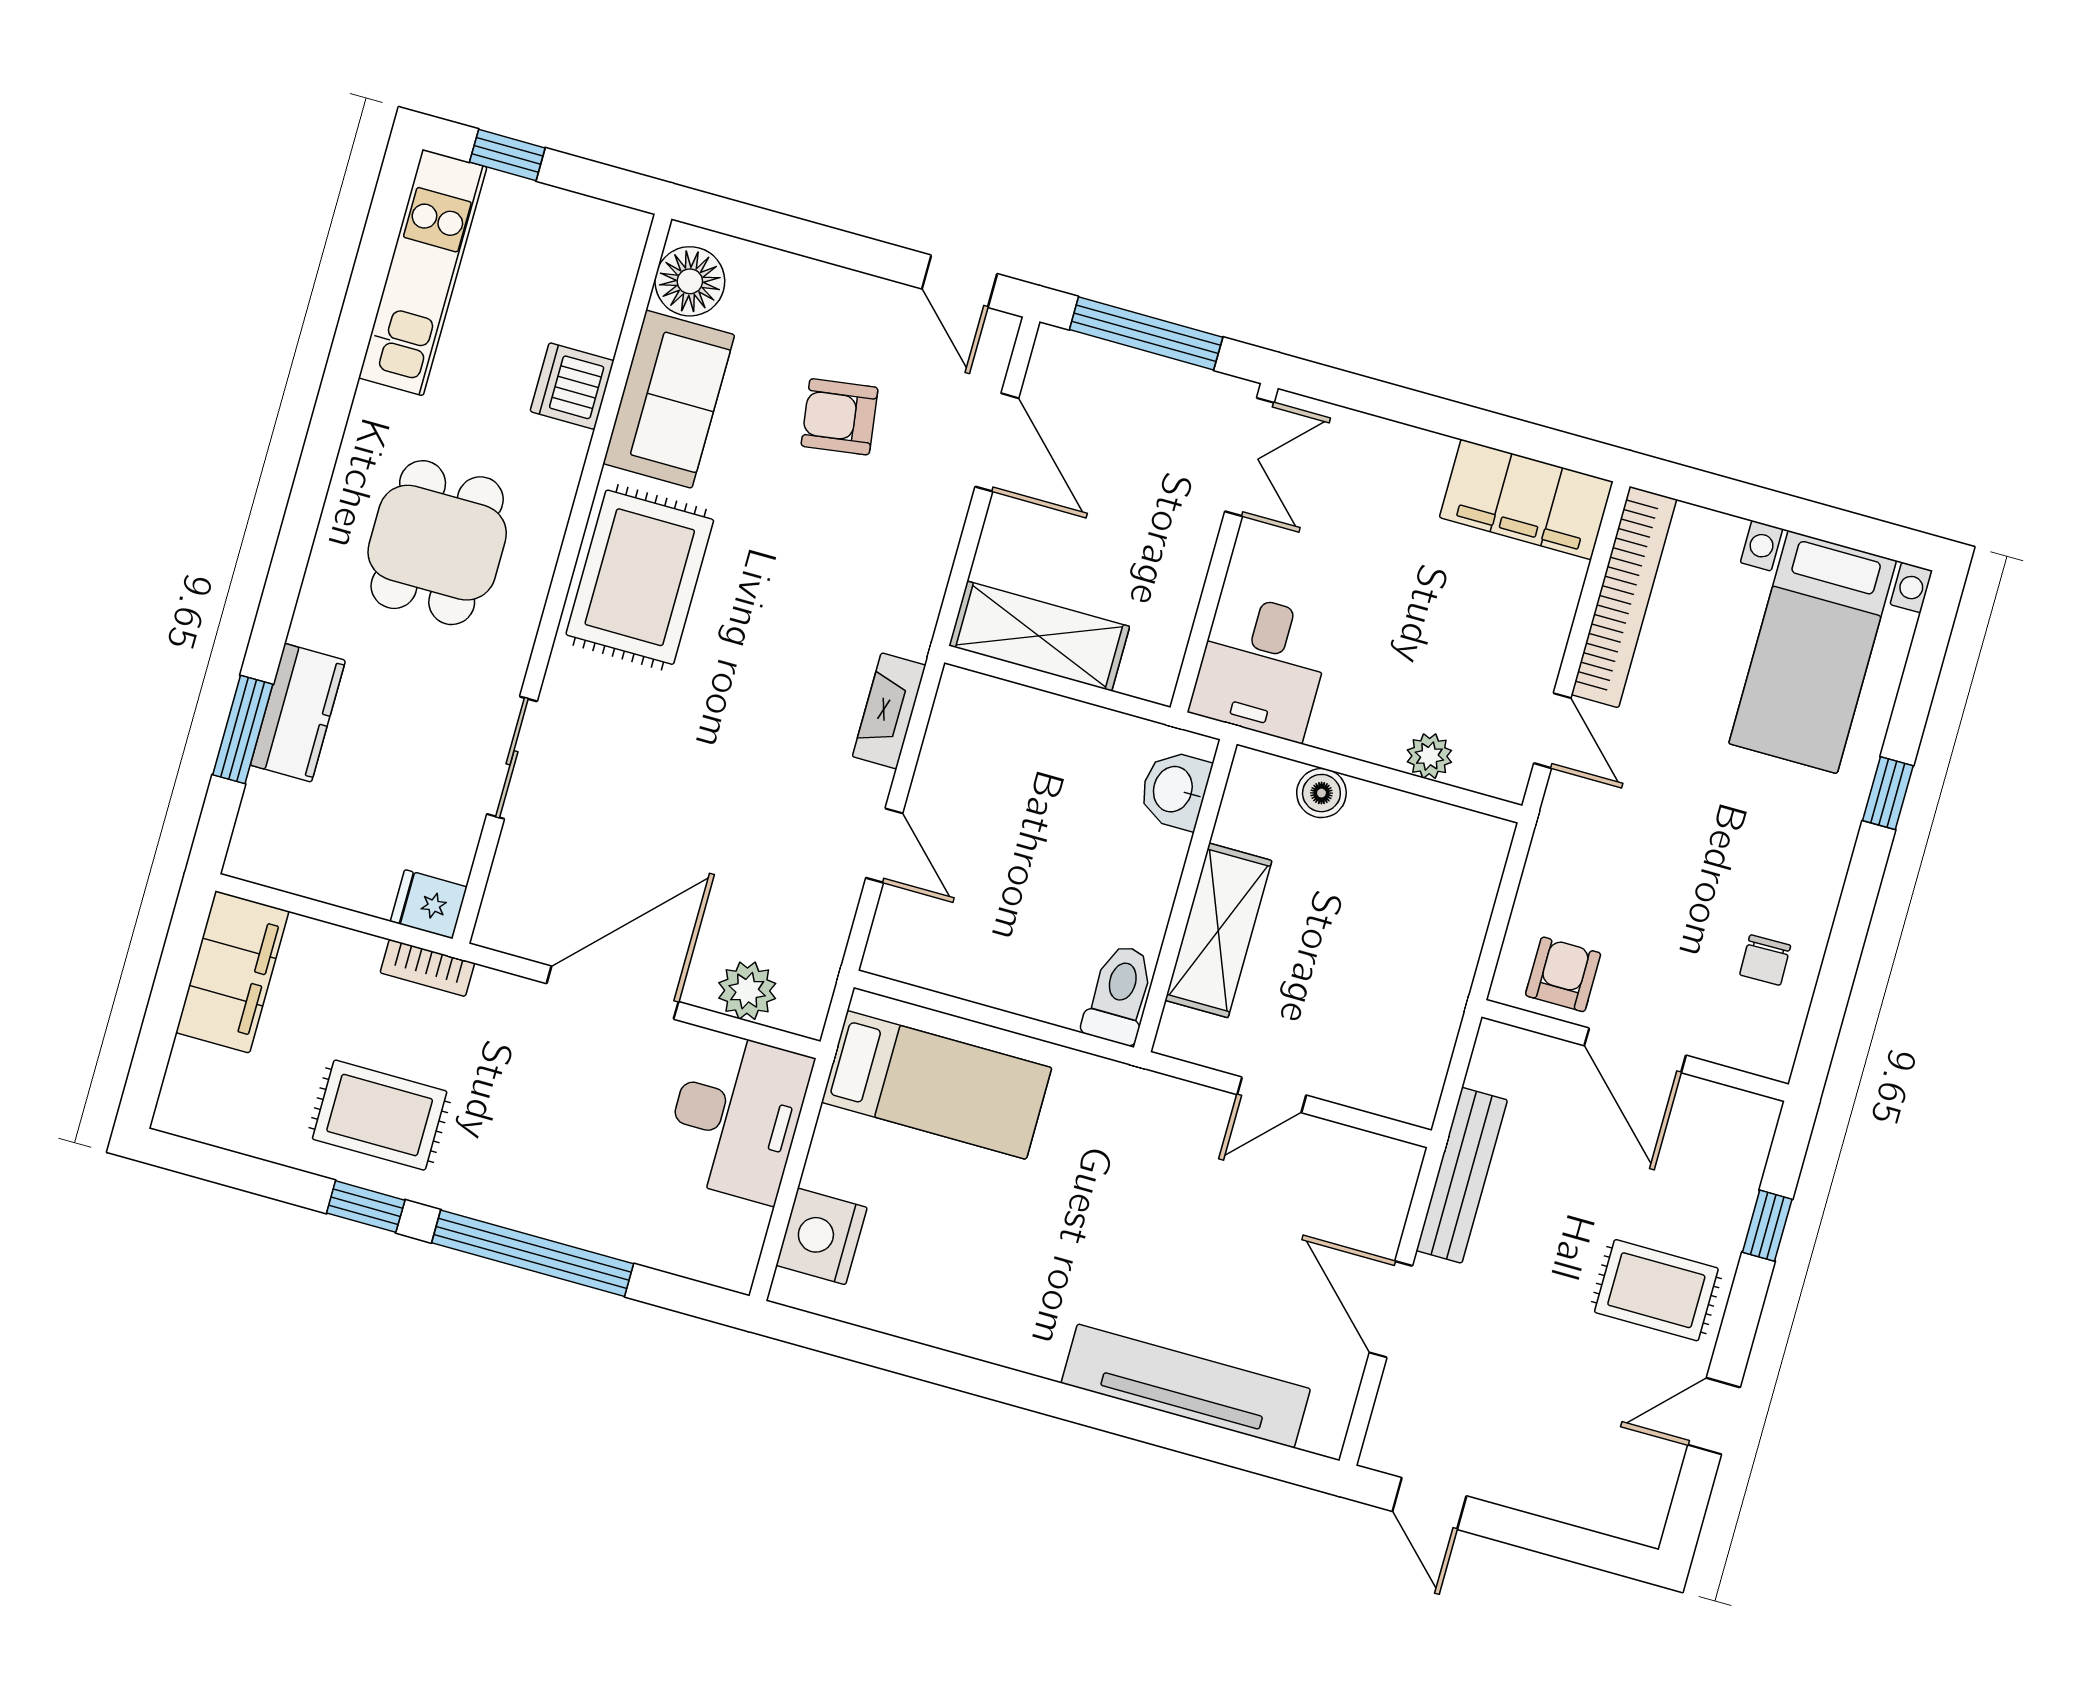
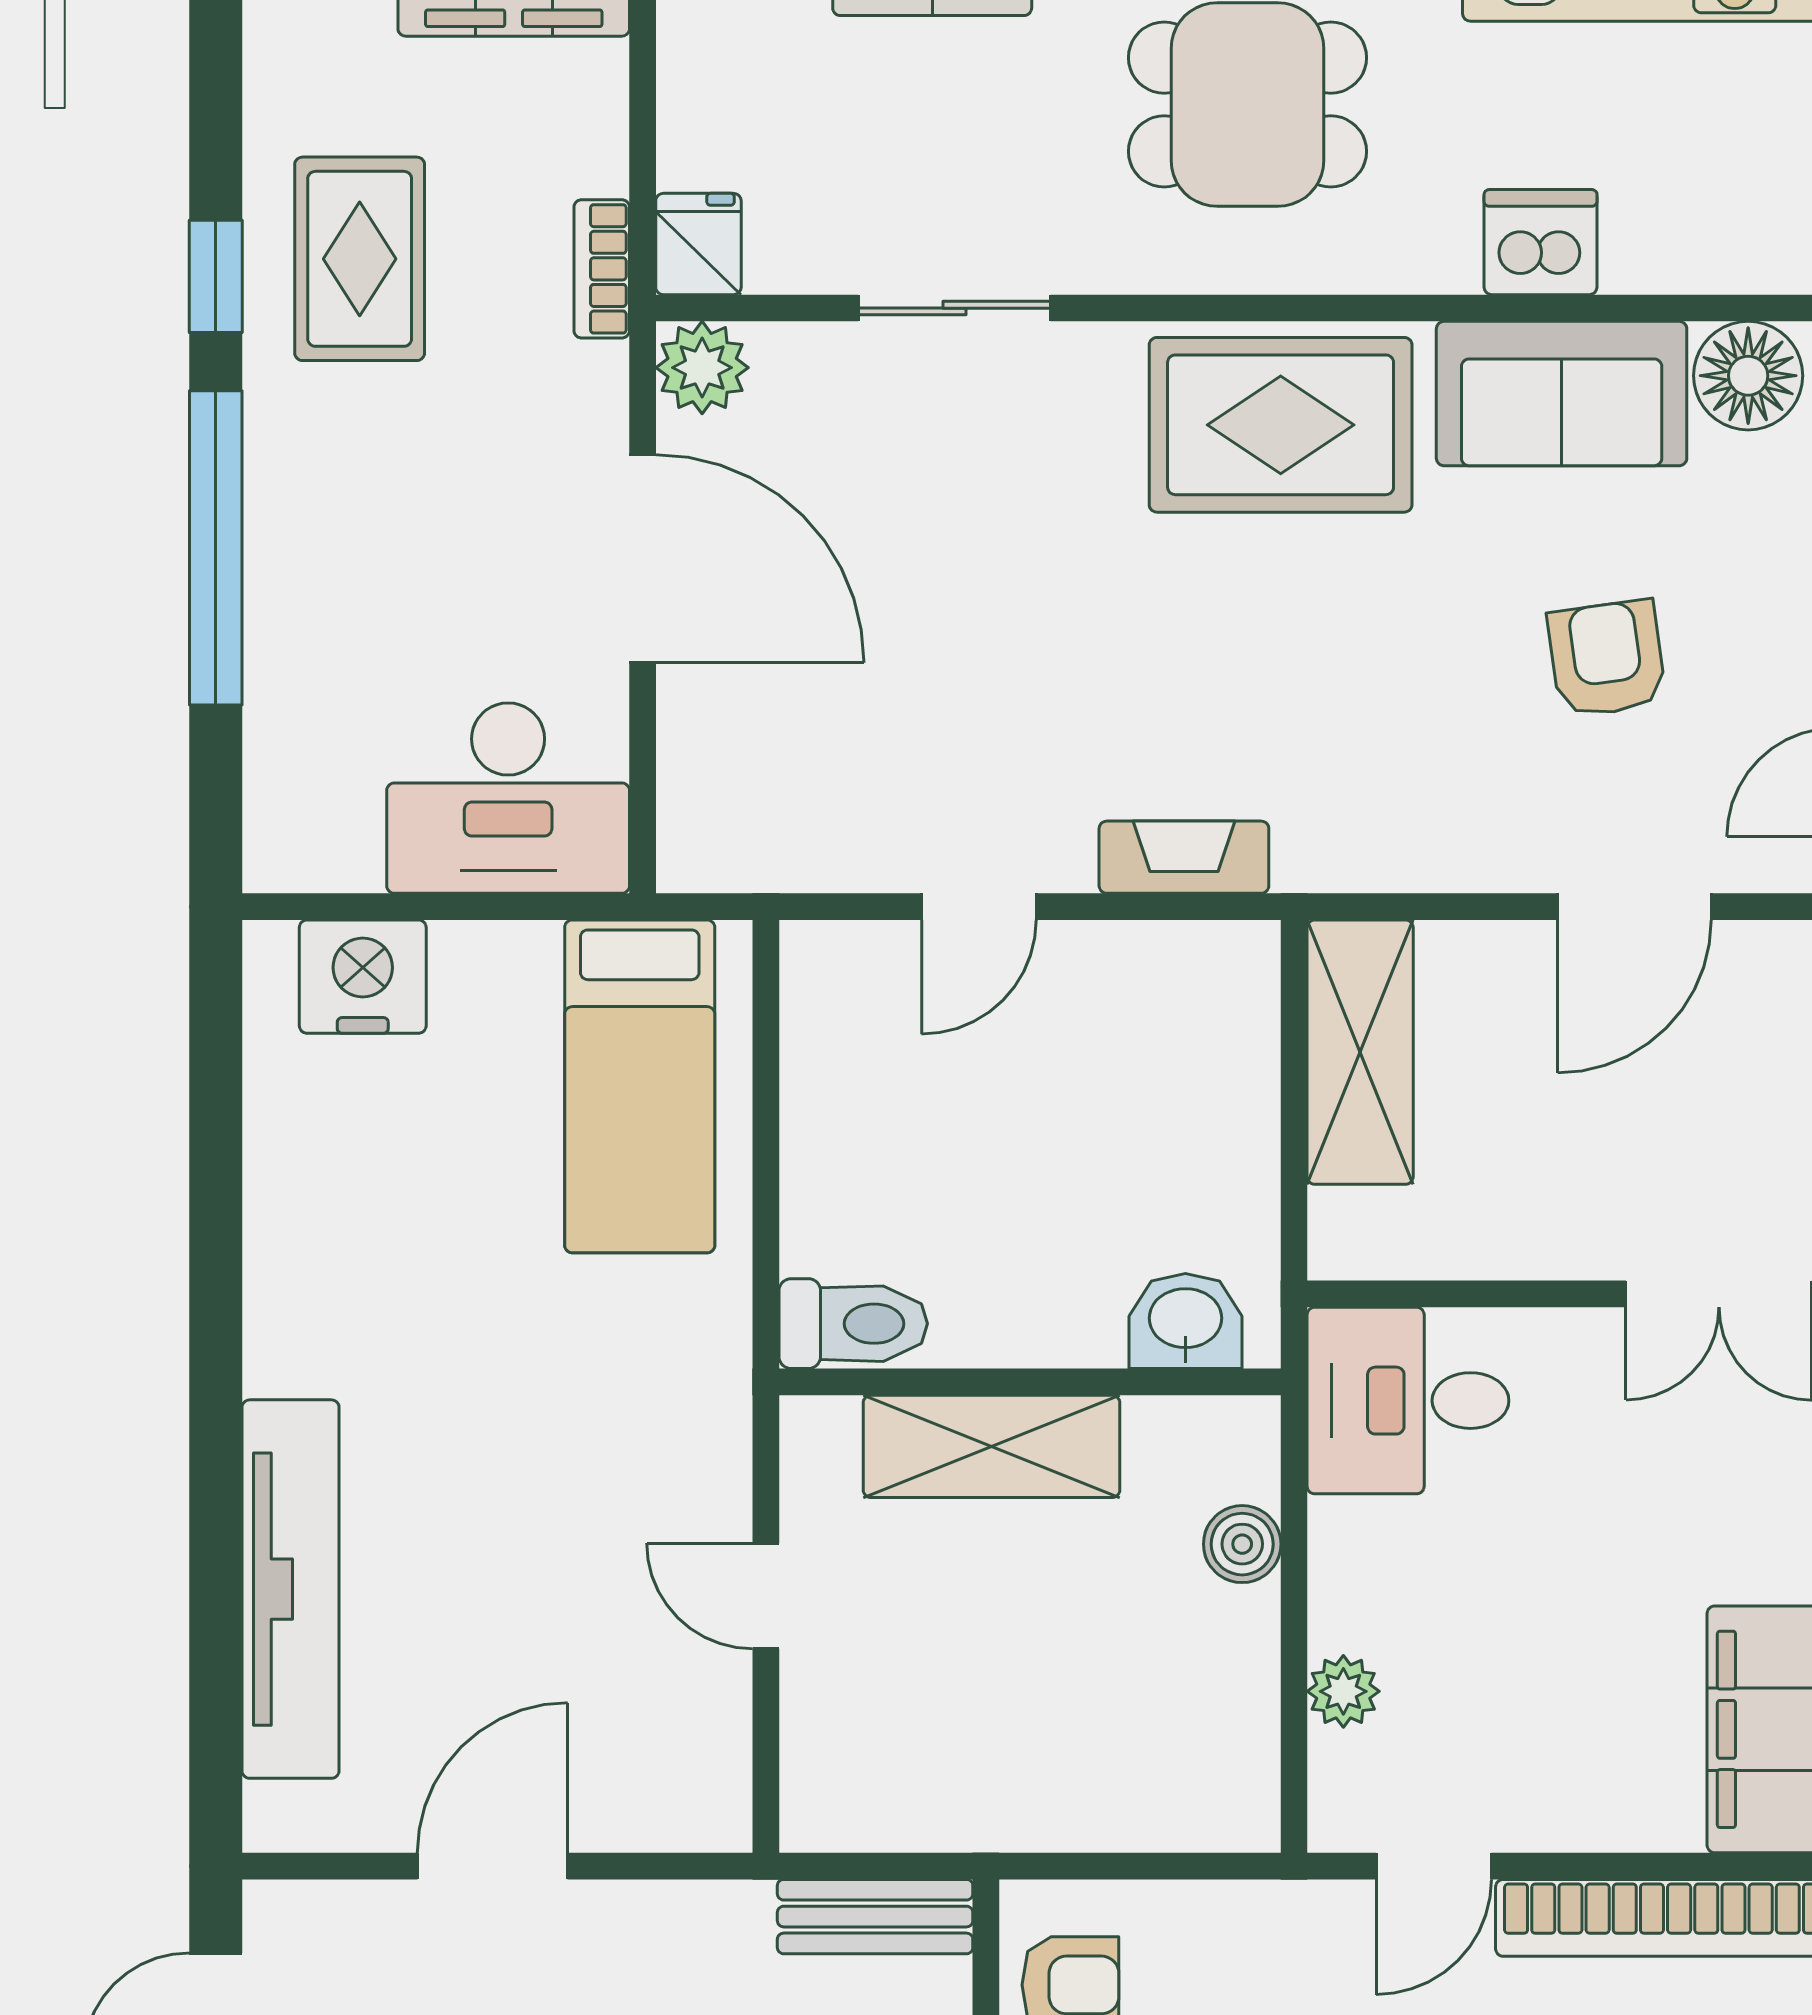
plant: (747, 991) -> (702, 368), moved
bench: (1462, 1175) -> (875, 1917), moved, width x0.73

